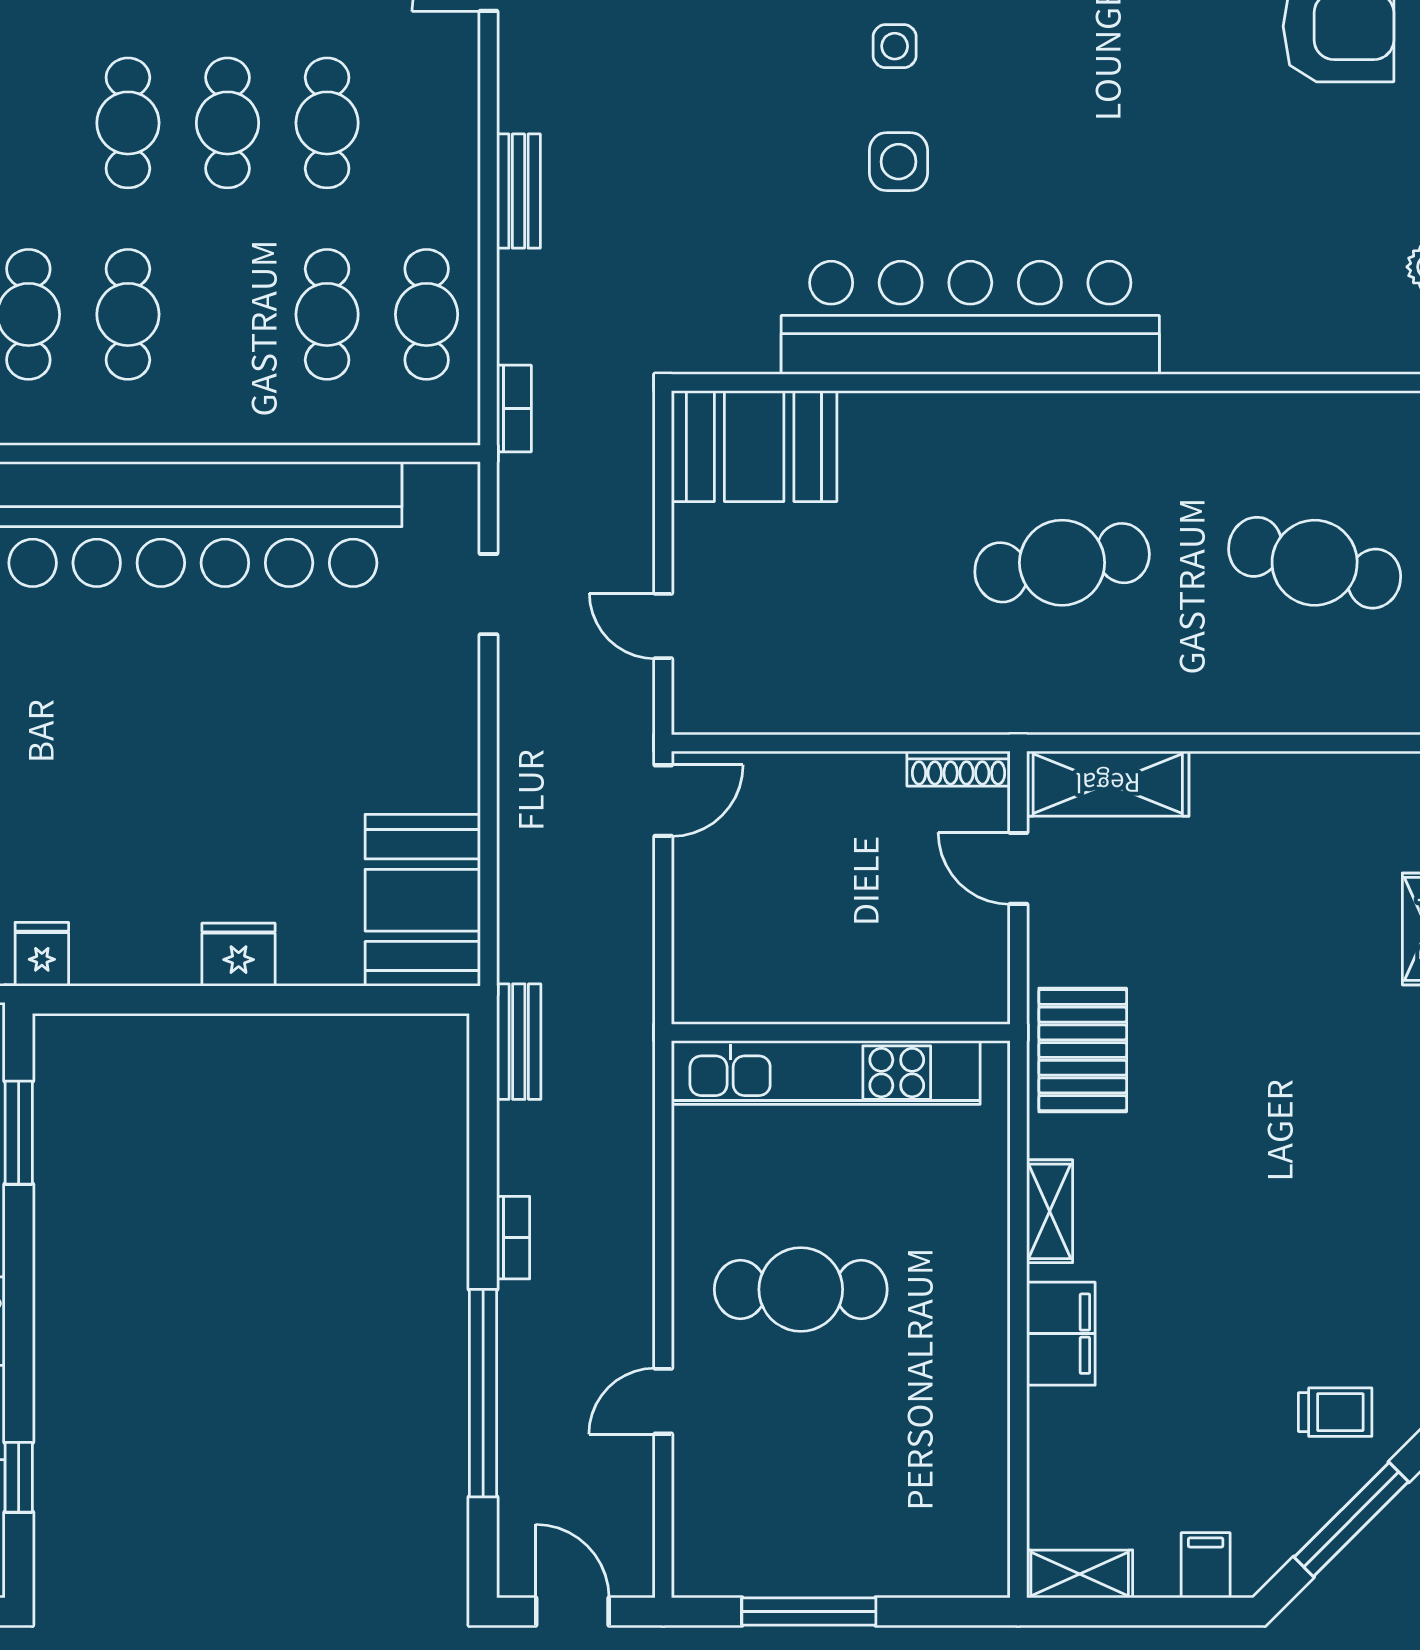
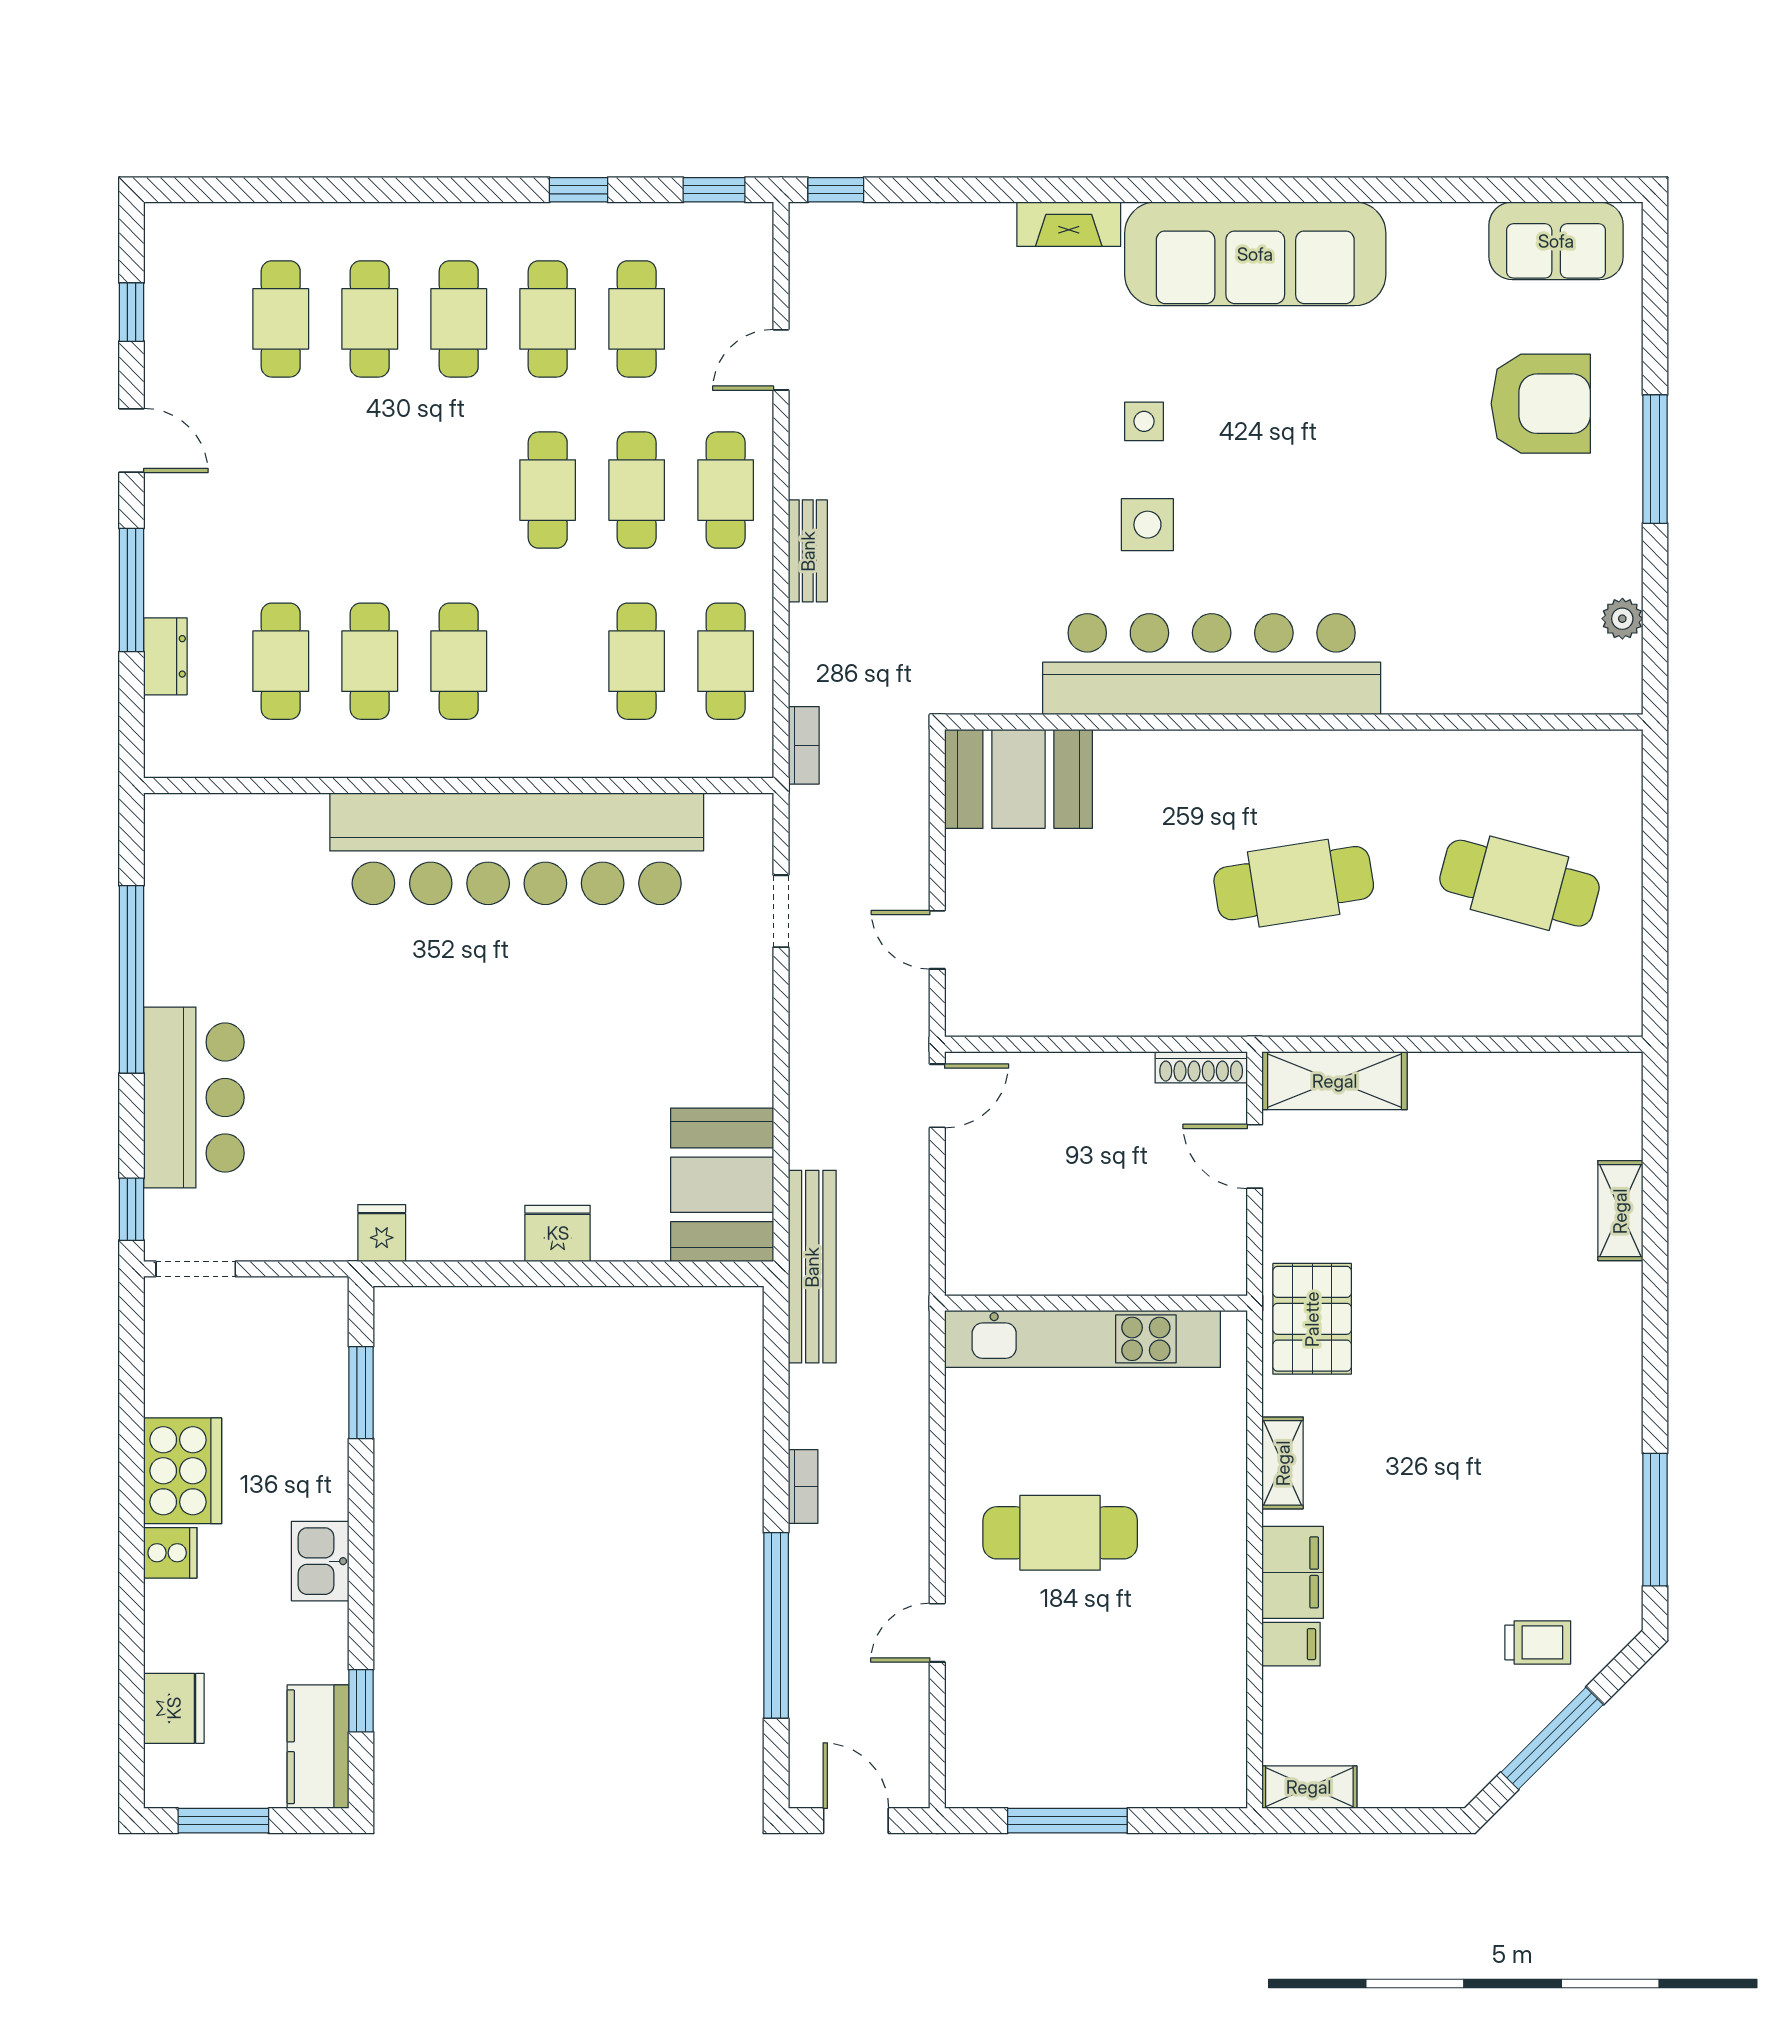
cafe table: (128, 123) -> (726, 490), moved
bench: (519, 1042) -> (812, 1267), width x1.86, depth x1.21
filing cabinet: (1206, 1565) -> (1291, 1644), moved, turned 90

